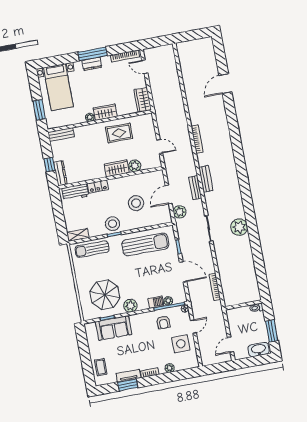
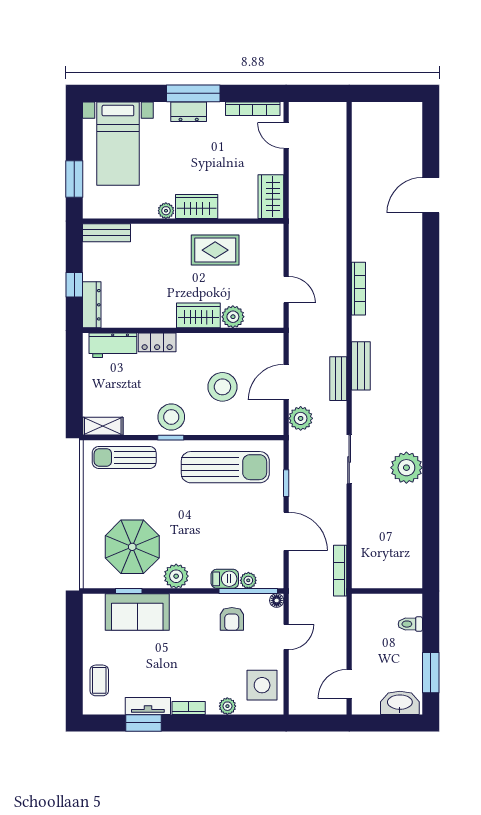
wall: (243, 305) -> (387, 591), moved
side table: (181, 344) -> (262, 685), moved

